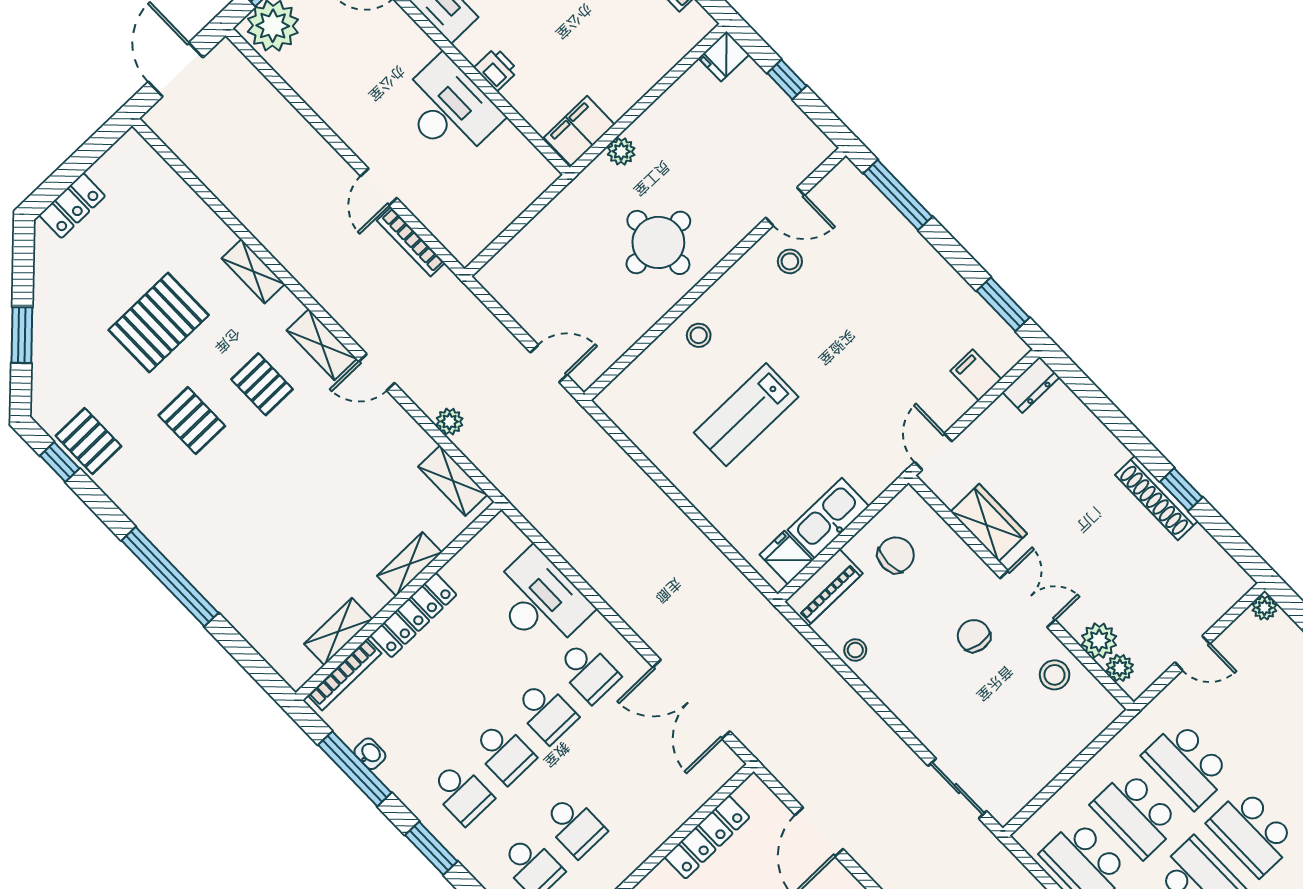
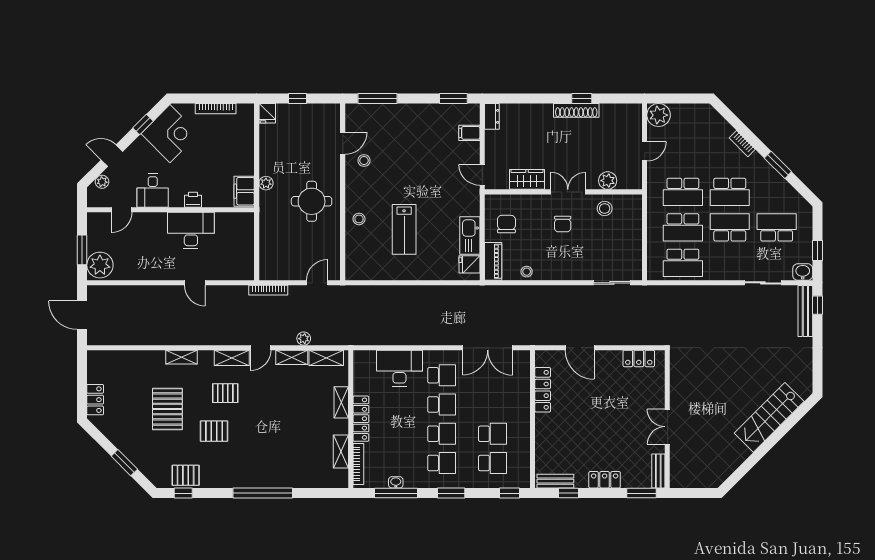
bookcase: (411, 242) -> (268, 290), moved
shelving: (406, 430) -> (292, 357), added
plant: (1264, 608) -> (659, 115), width x1.88, depth x1.88
chair: (974, 636) -> (563, 224), turned -99
plant: (1120, 668) -> (625, 183), removed

